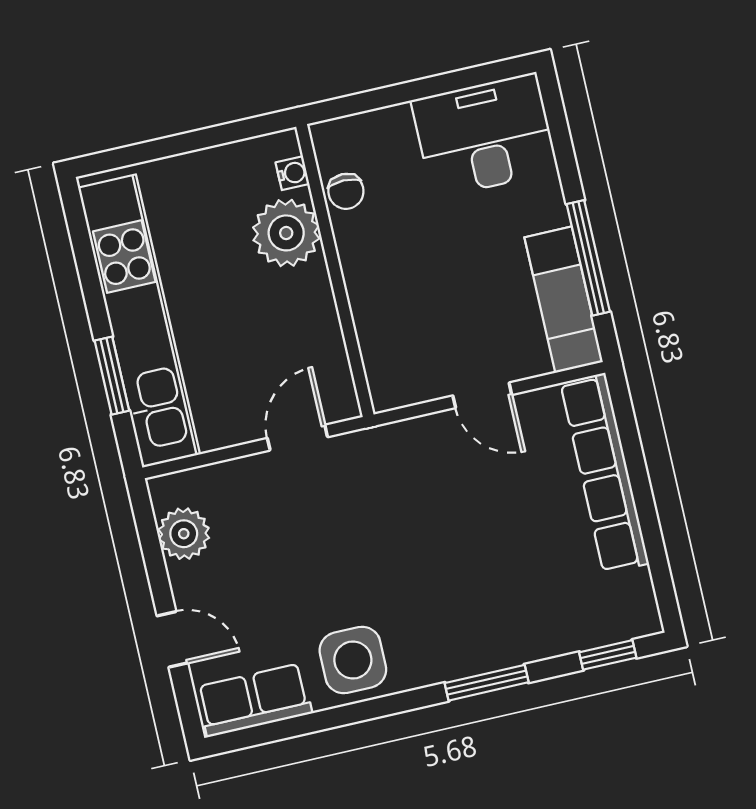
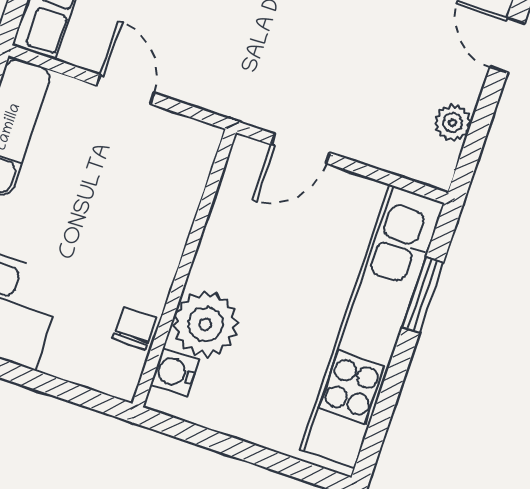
water cooler: (292, 173) -> (175, 372), width x1.38, depth x1.38
plant: (184, 534) -> (453, 123), width x0.73, depth x0.73

